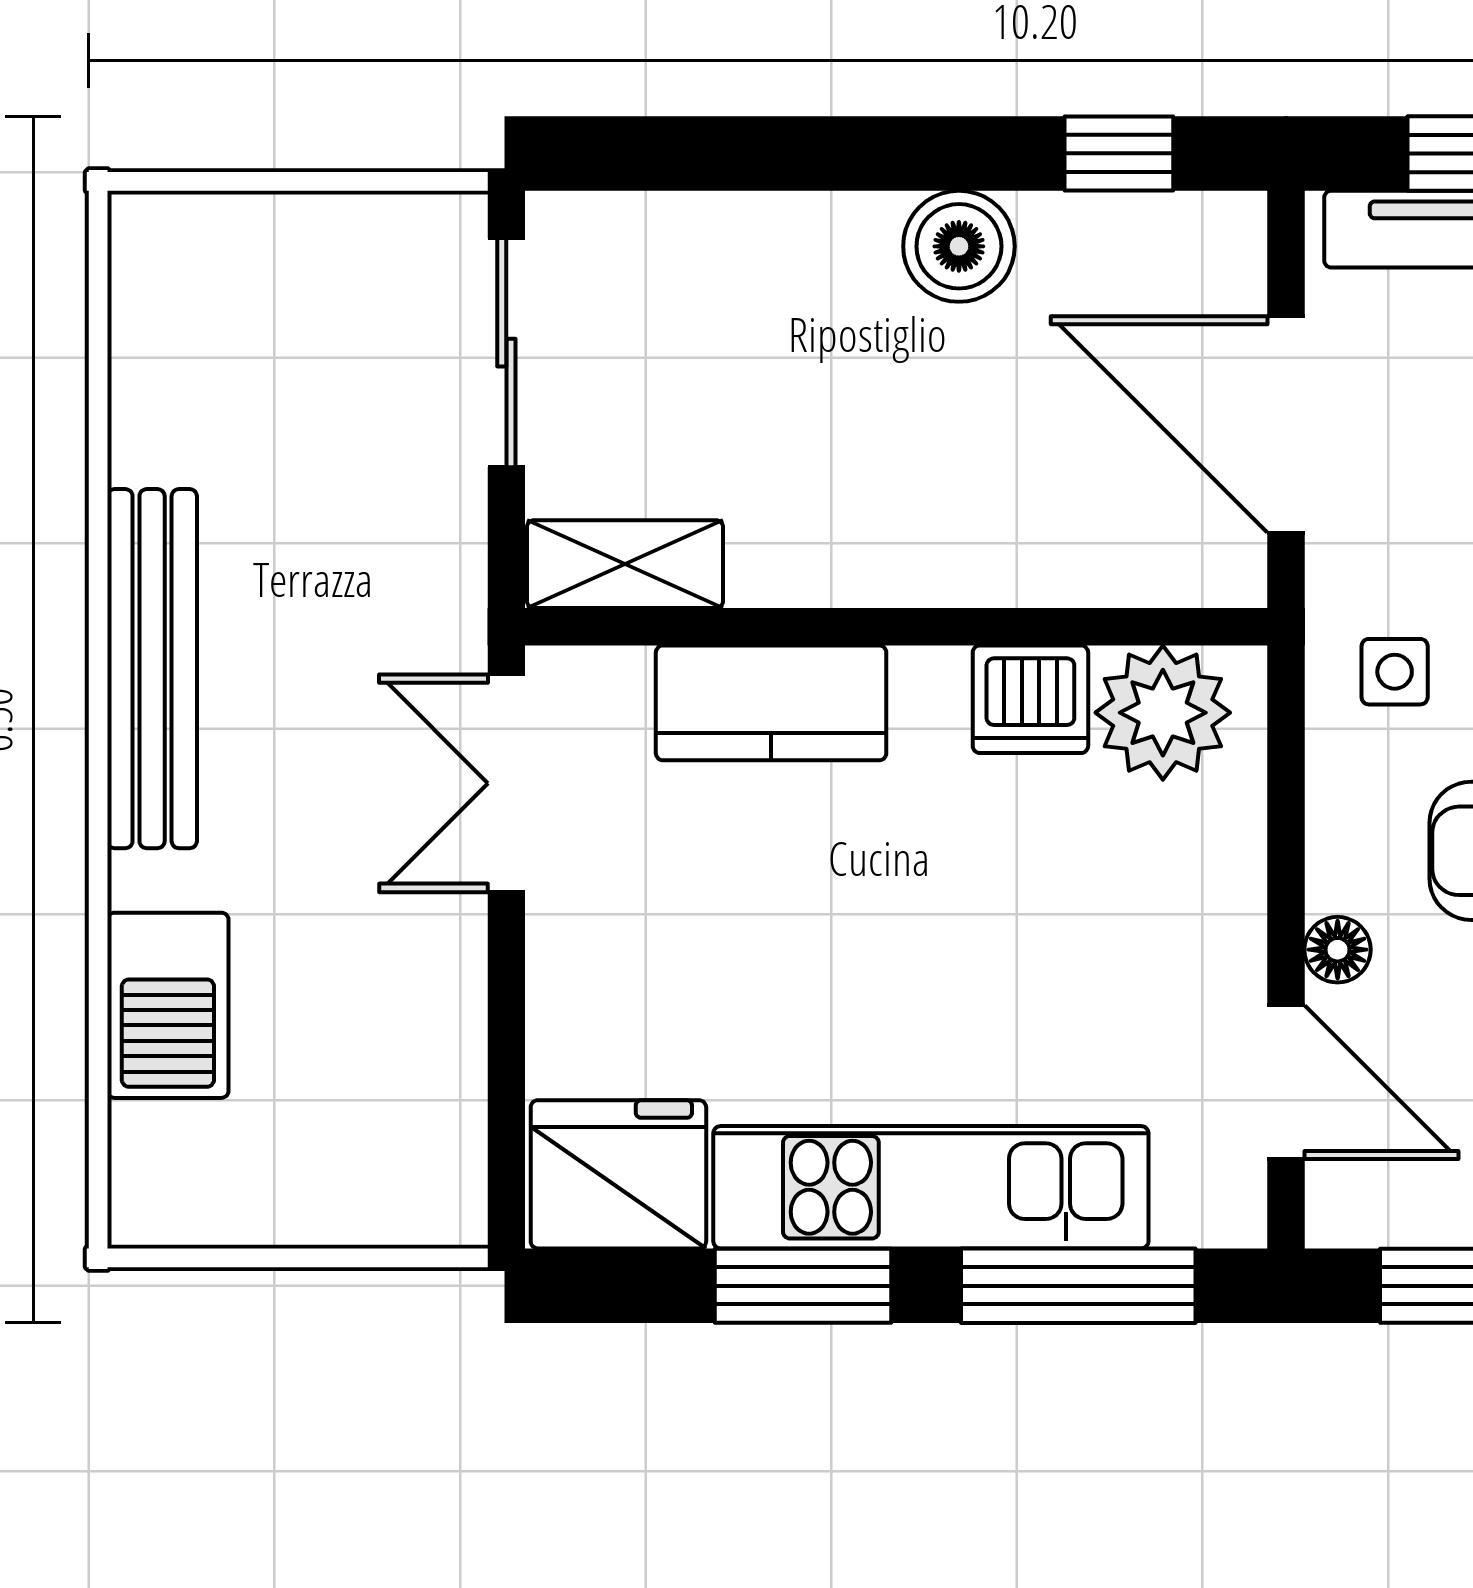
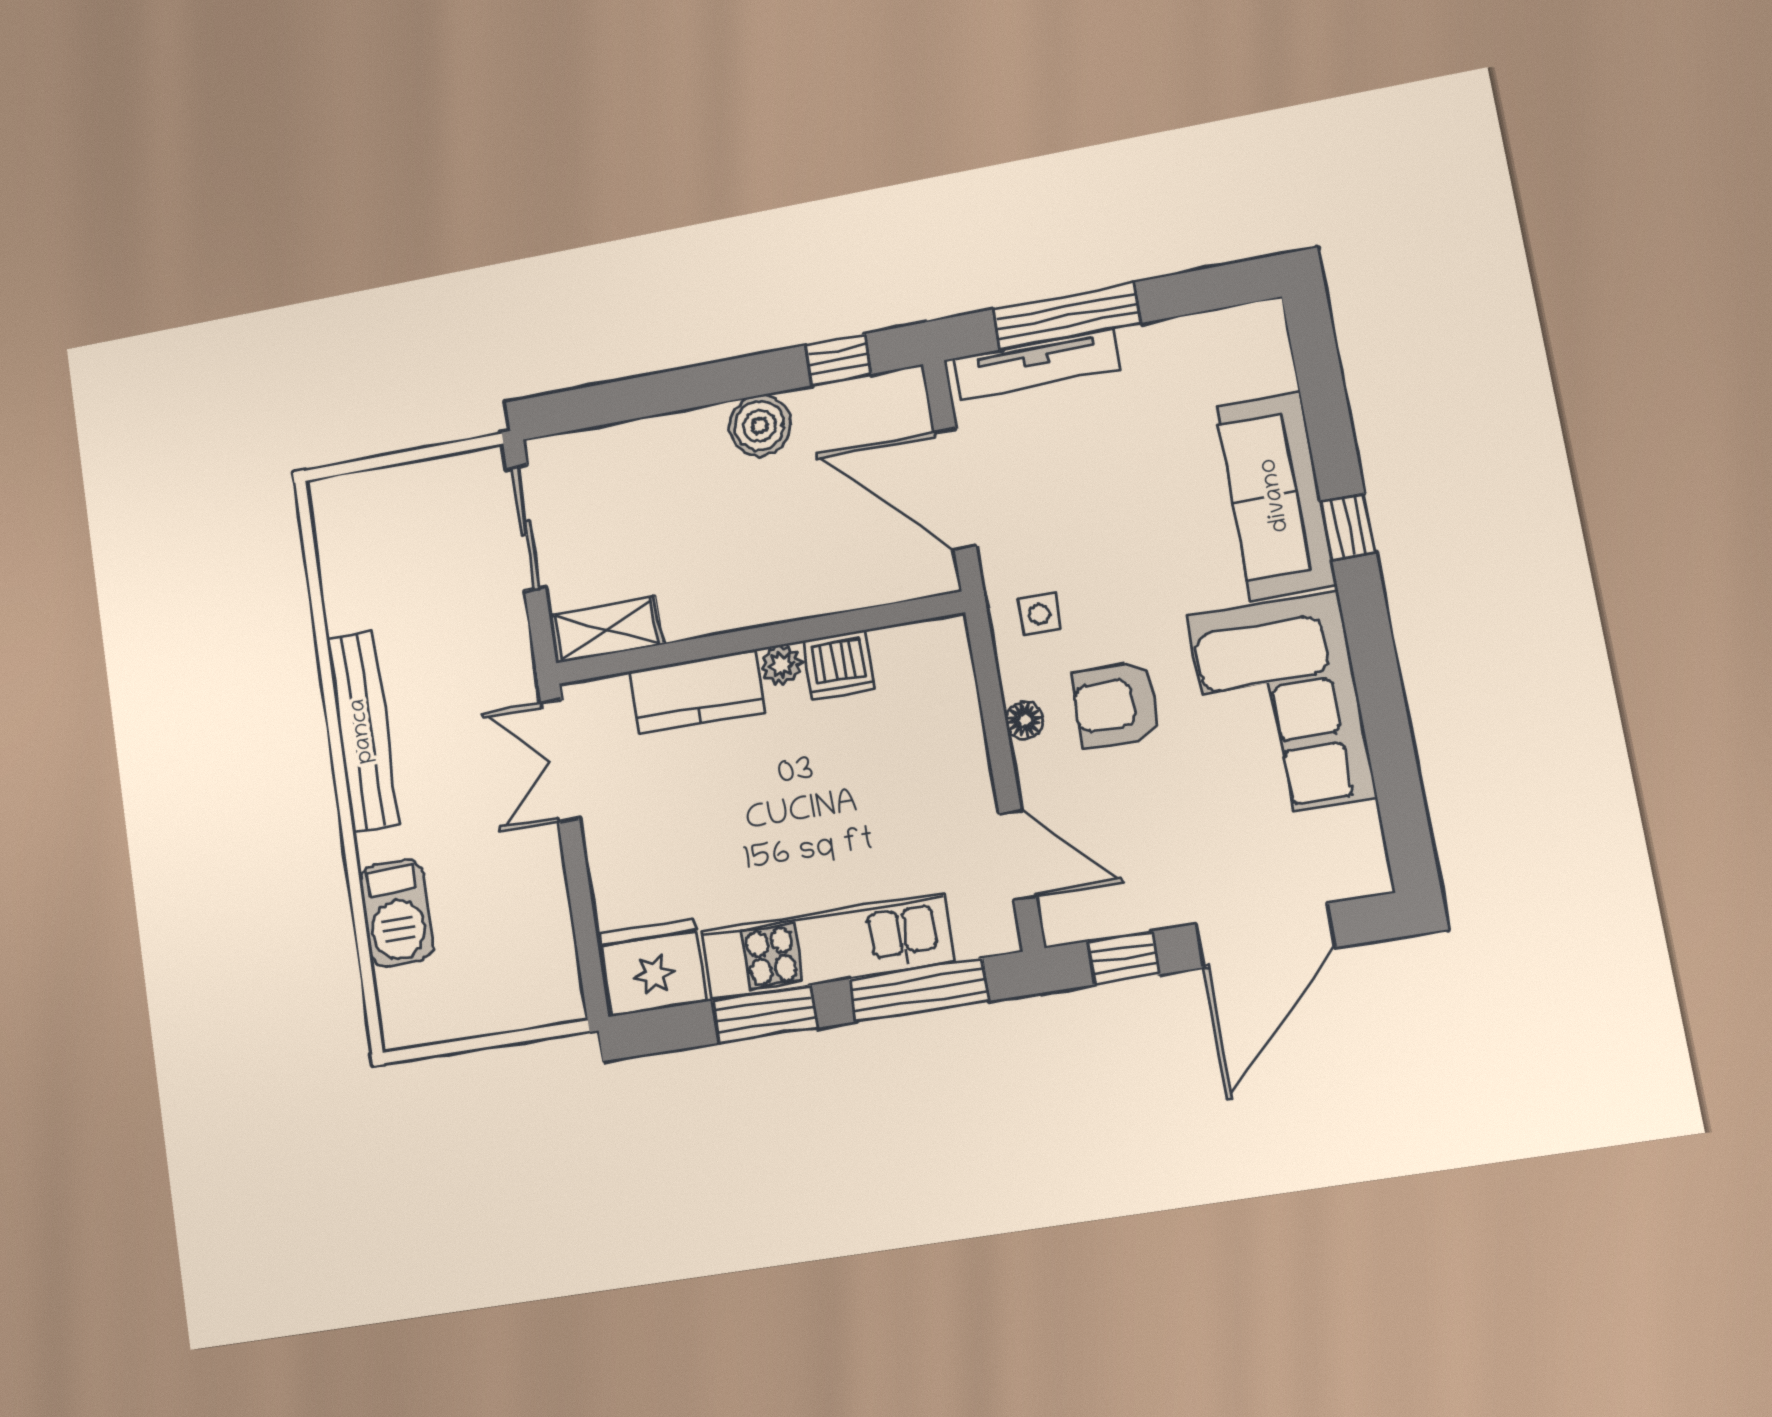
plant: (1163, 713) -> (781, 665), moved, width x0.53, depth x0.53
floor lamp: (1338, 950) -> (1024, 720), moved

